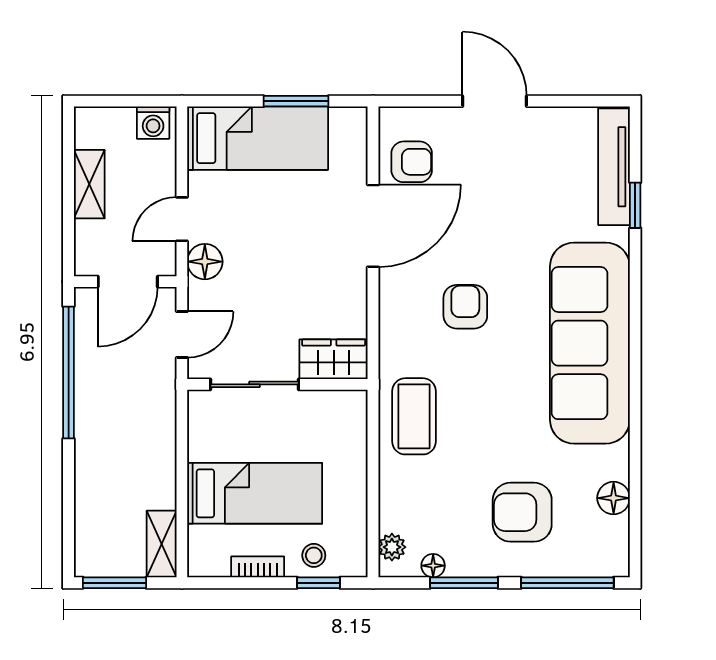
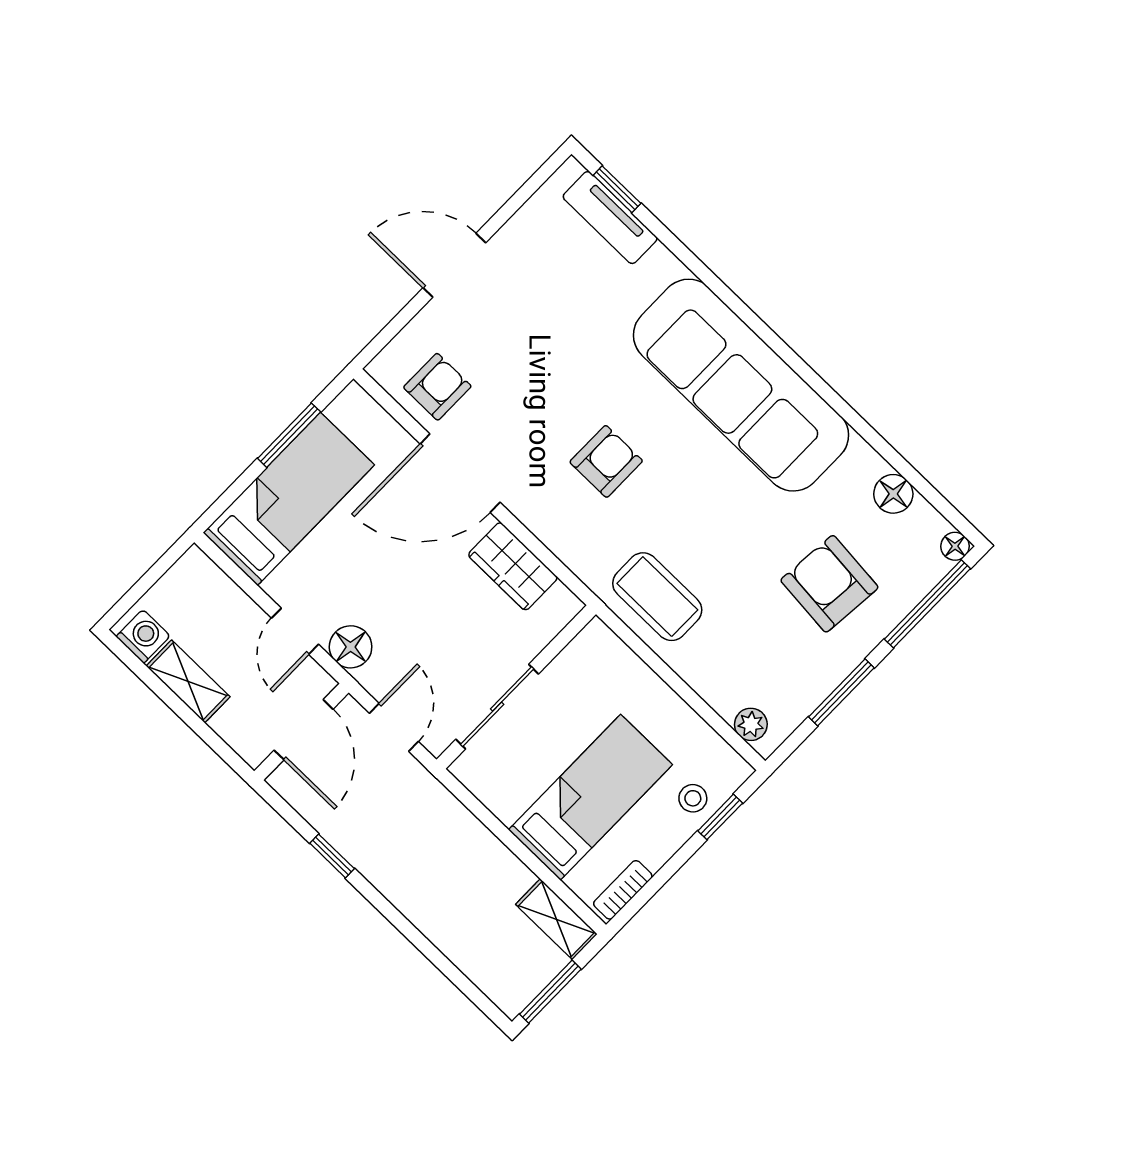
washing machine: (153, 123) -> (143, 636), moved, turned -90
tv unit: (614, 167) -> (610, 218), width x0.71
window: (635, 205) -> (617, 189), moved
door: (373, 226) -> (460, 473), swing flipped
armchair: (465, 307) -> (606, 461), turned 90
wardrobe: (334, 359) -> (513, 566), moved, turned -90
window: (69, 372) -> (332, 856), width x0.32
armchair: (522, 512) -> (829, 584), turned 95
floor lamp: (433, 566) -> (955, 546), moved
bookcase: (258, 567) -> (623, 890), moved

